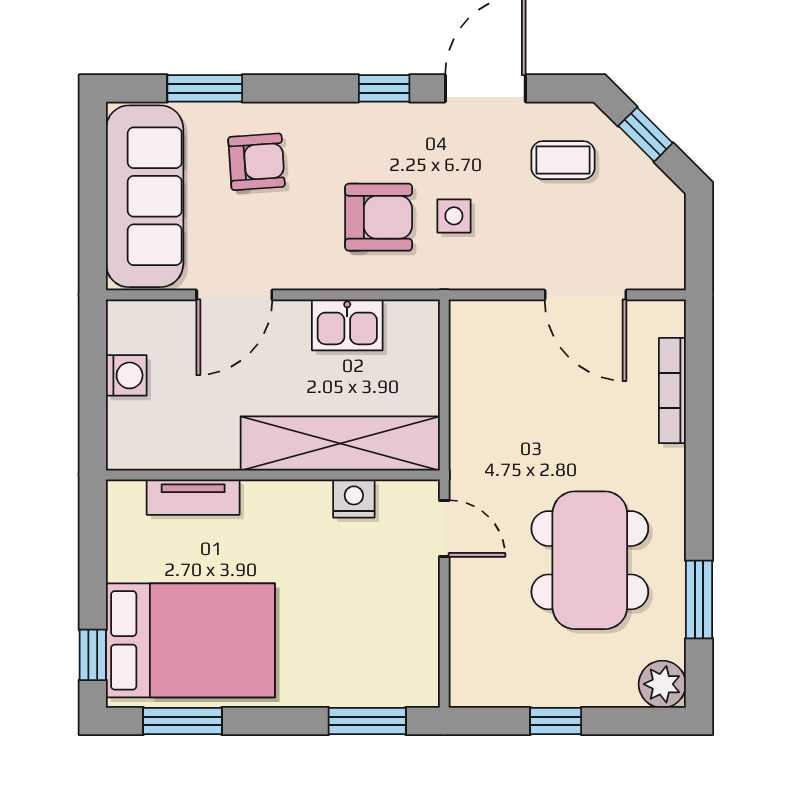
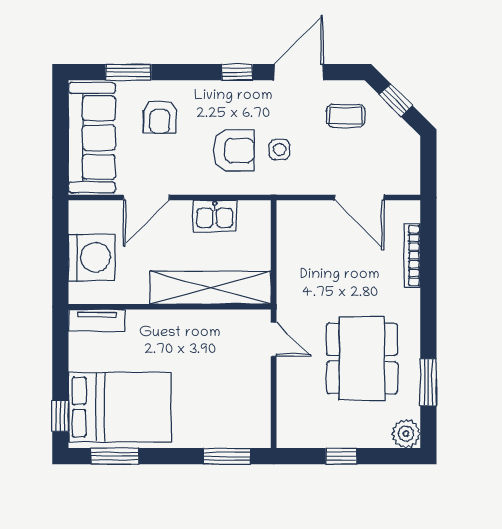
armchair: (257, 162) -> (160, 117), turned 94
washing machine: (126, 375) -> (92, 257), width x1.89, depth x1.89
tv unit: (193, 497) -> (97, 320), moved
nightstand: (354, 498) -> (219, 321), removed

